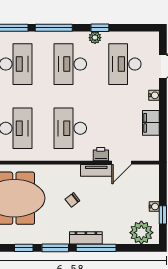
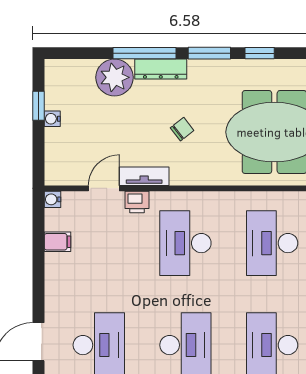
water cooler: (154, 95) -> (52, 199), moved
filing cabinet: (151, 123) -> (57, 242), width x0.50
desk: (70, 128) -> (185, 243), turned 180
plant: (141, 233) -> (115, 77), moved

